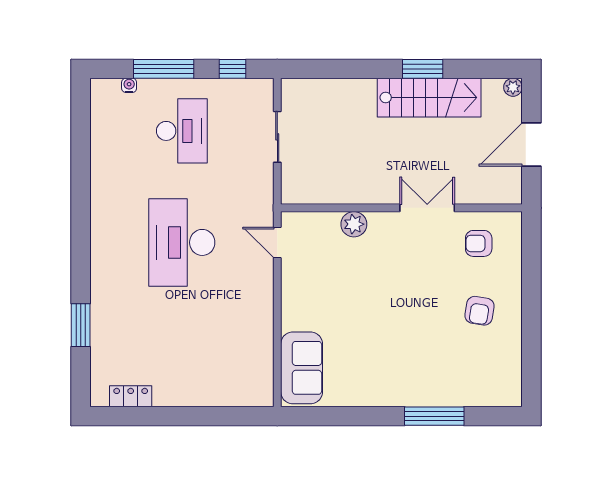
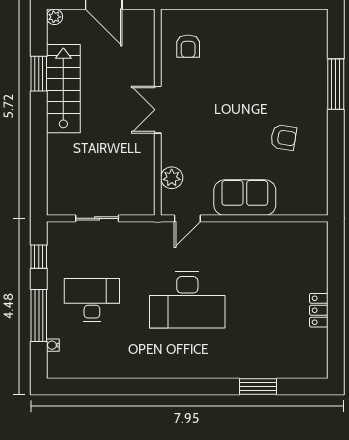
window: (423, 69) -> (39, 74), moved
double door: (427, 208) -> (158, 110), moved
plant: (354, 224) -> (172, 178), moved
armchair: (479, 311) -> (283, 137), moved
sofa: (302, 368) -> (245, 198), moved
locker: (131, 396) -> (319, 310), moved

